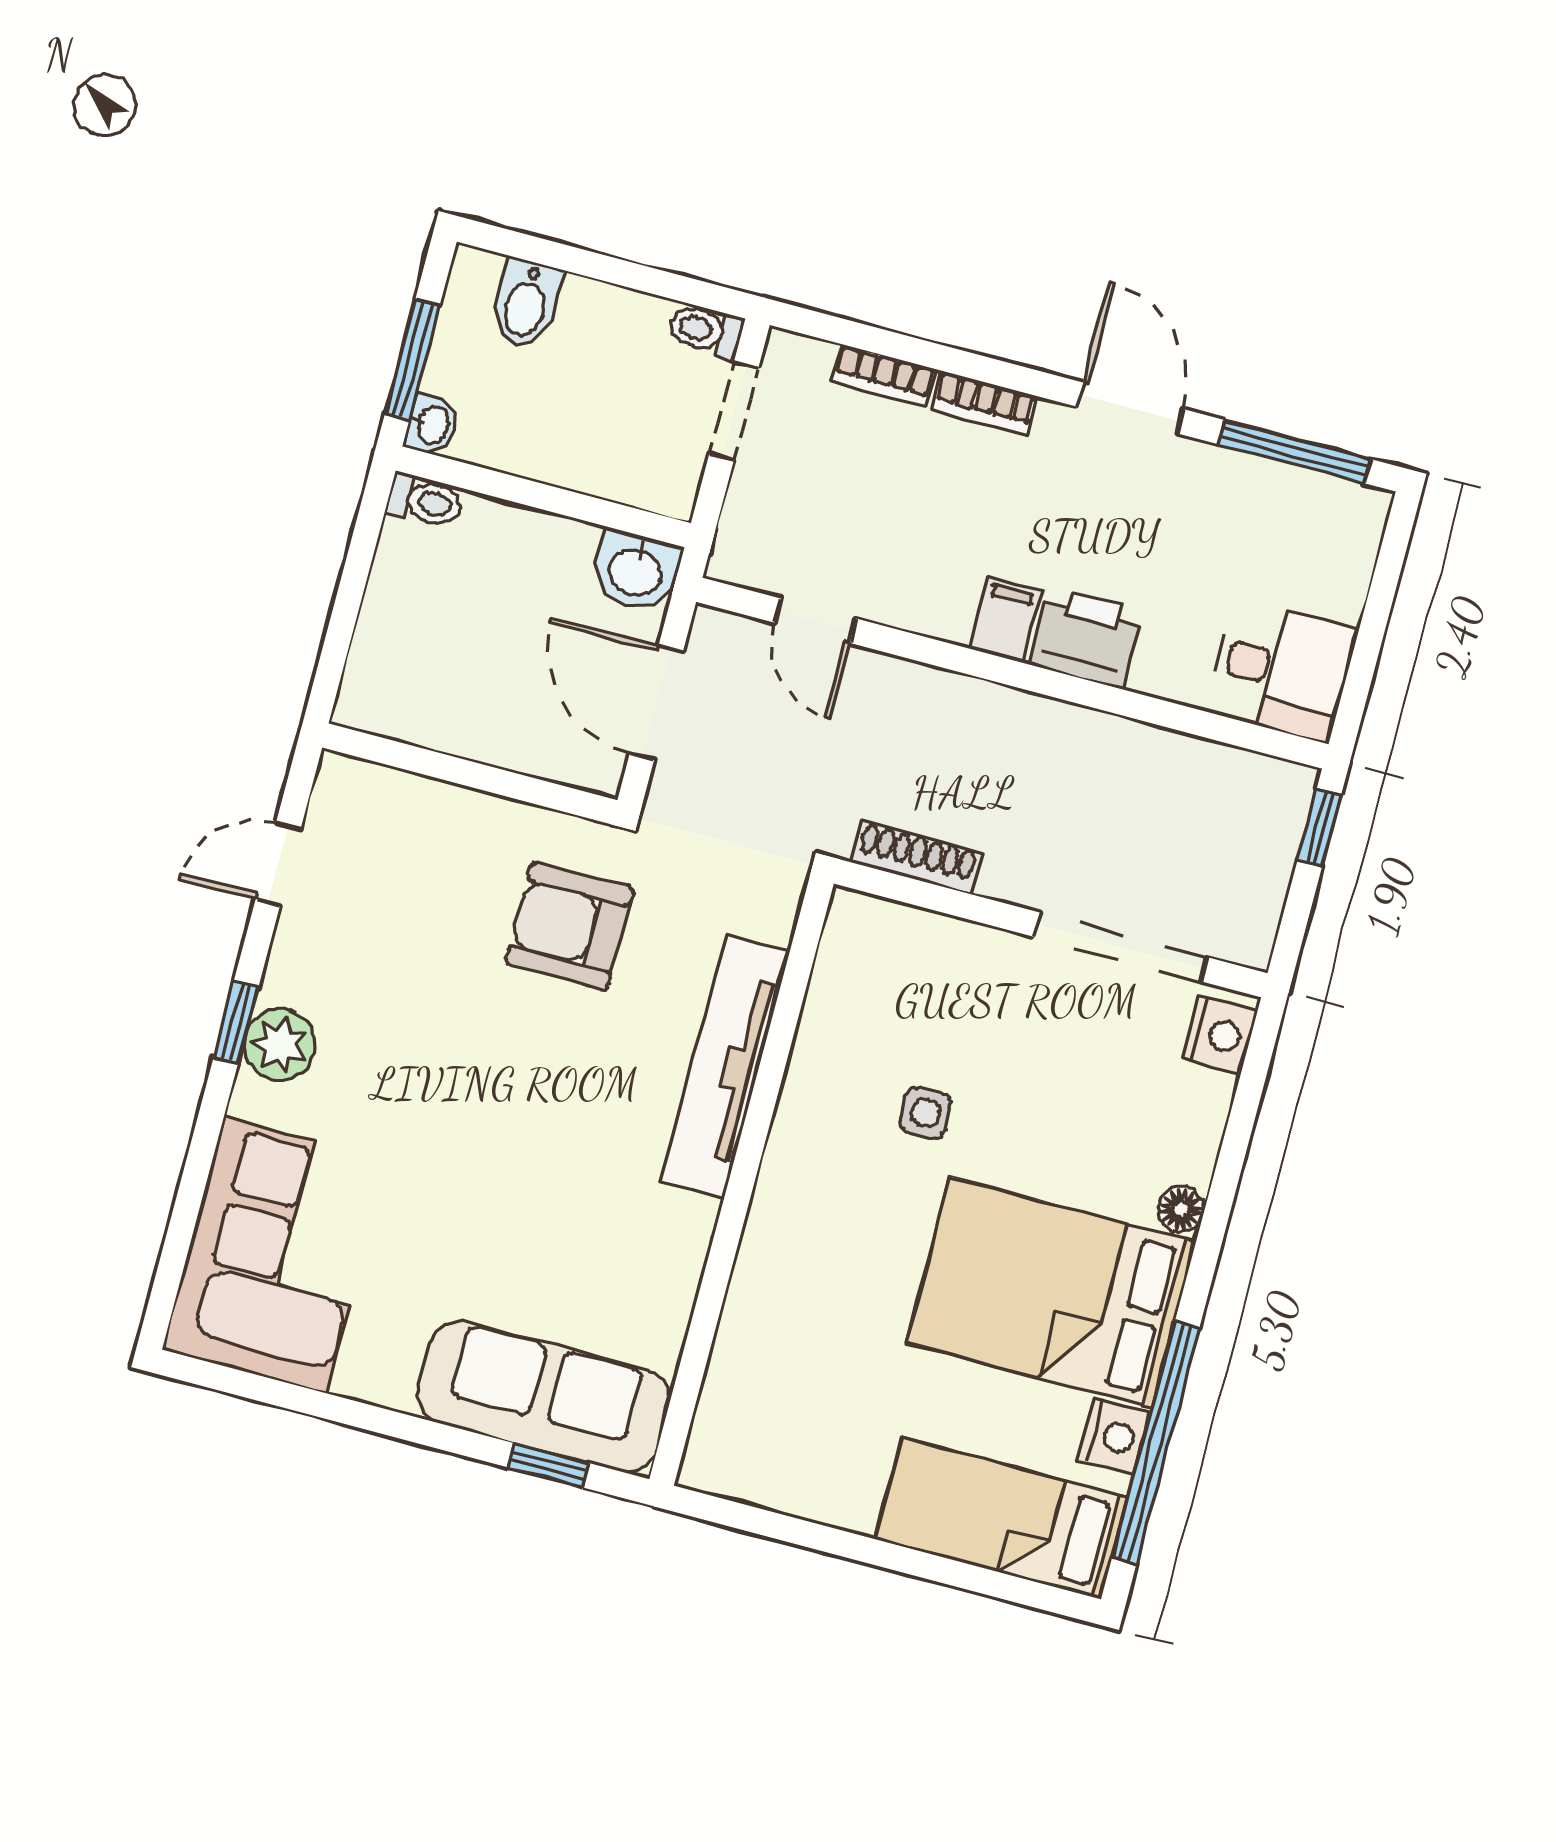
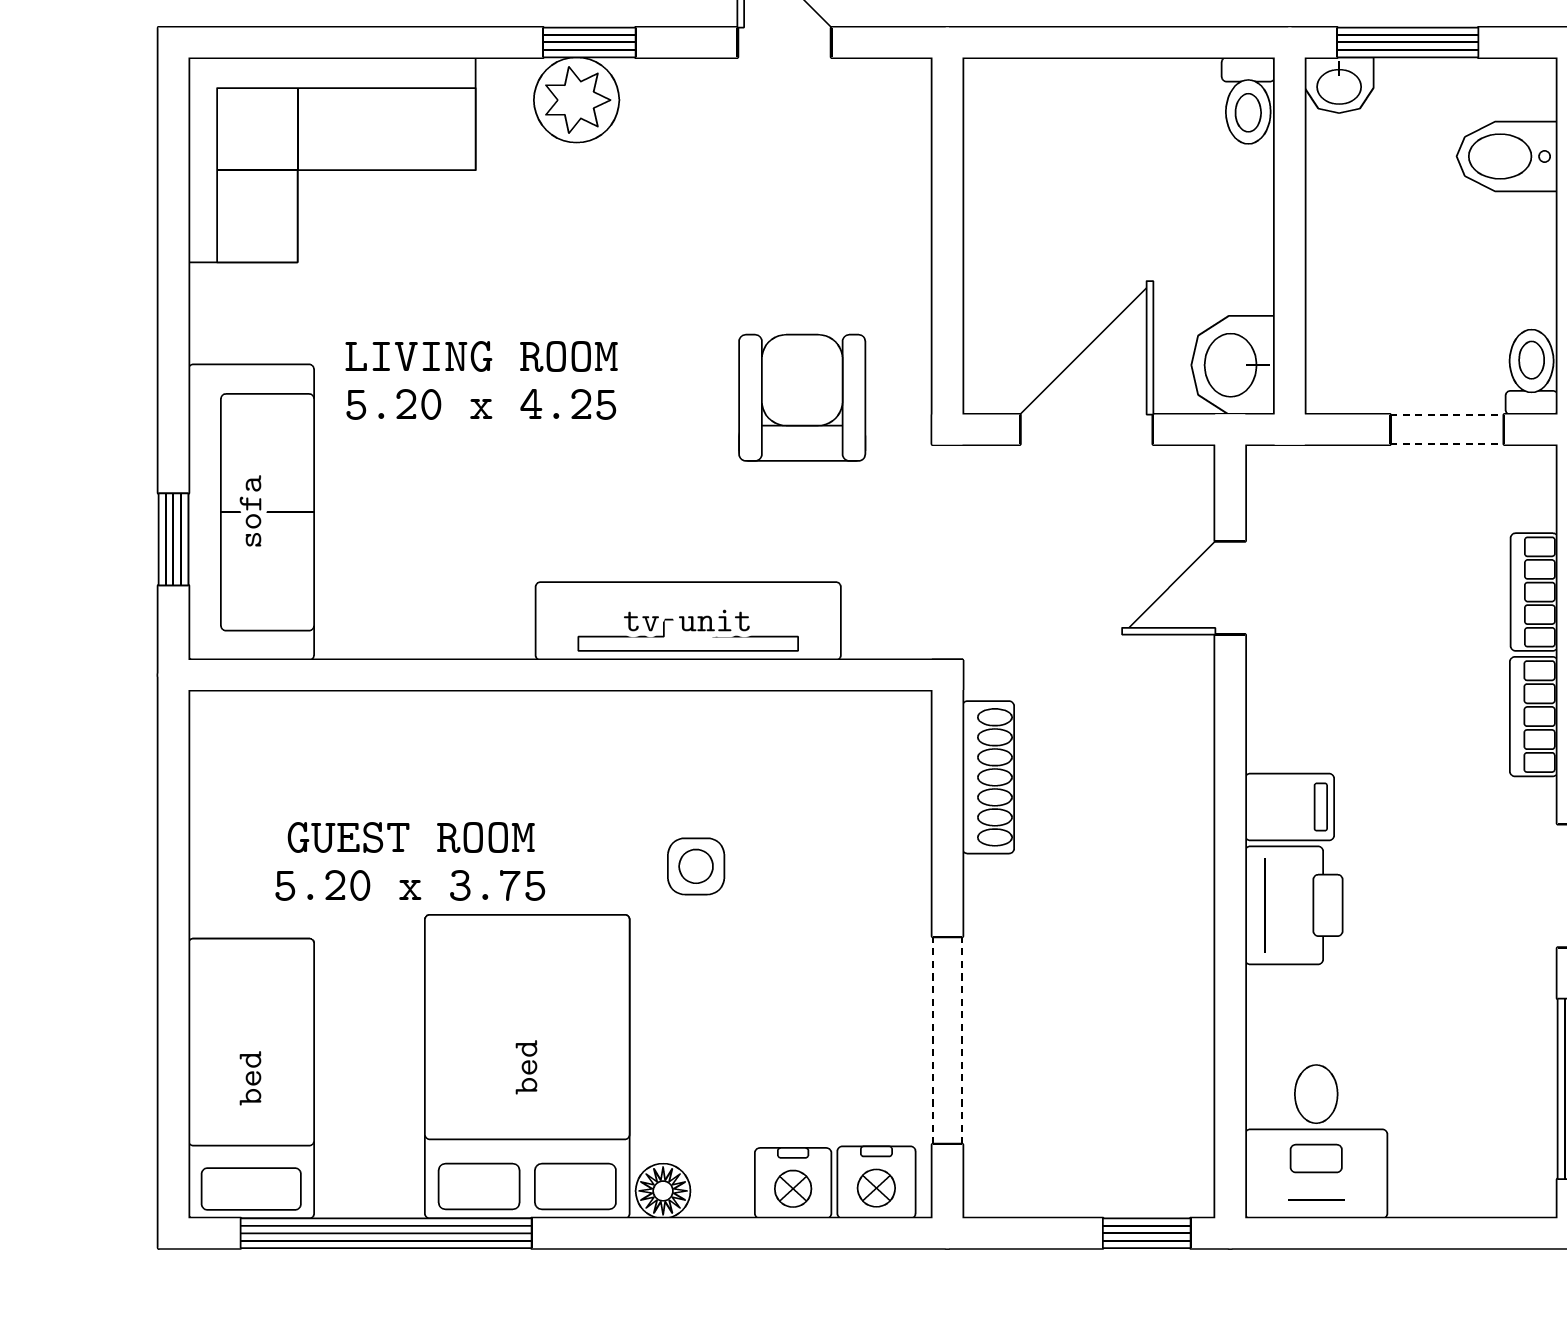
nightstand: (1114, 1436) -> (793, 1183), moved

